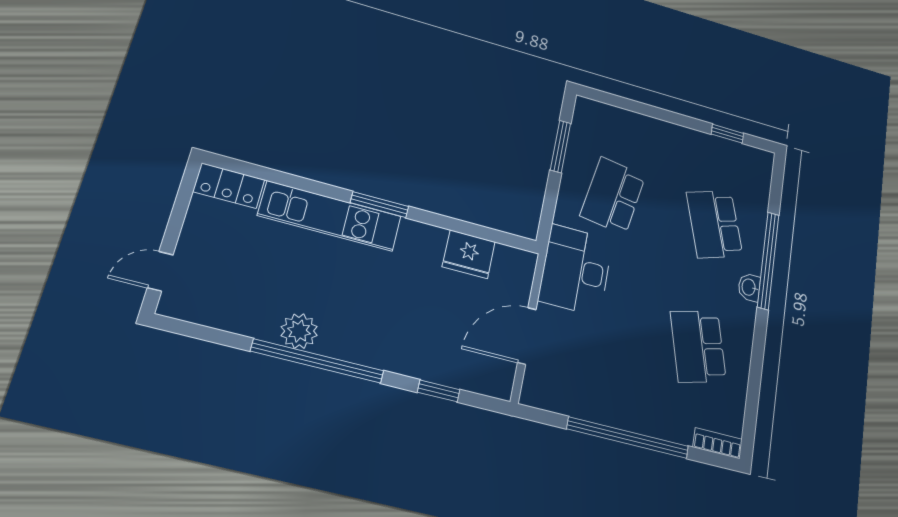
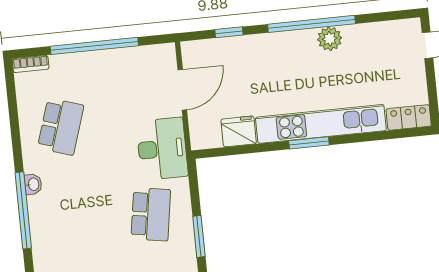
kitchen unit: (330, 216) -> (321, 124), width x1.36
school desk: (714, 224) -> (70, 223), removed
school desk: (698, 346) -> (61, 127), turned 33

